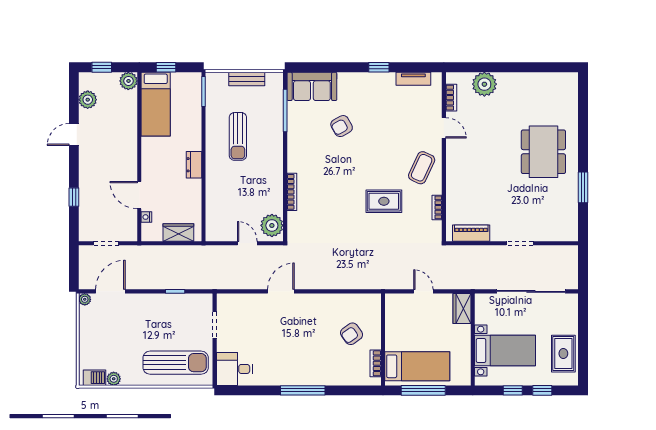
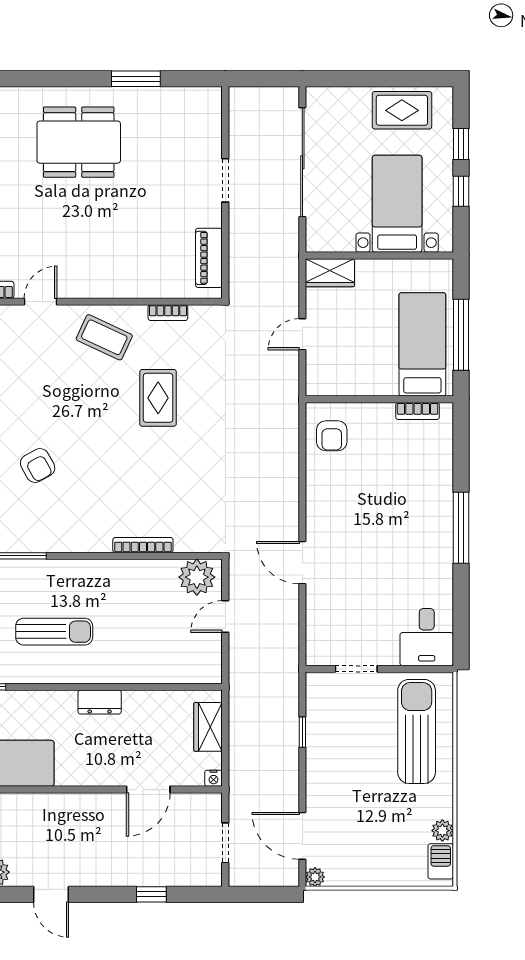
nightstand: (146, 217) -> (214, 778), moved
armchair: (352, 334) -> (332, 436), moved, turned 36

